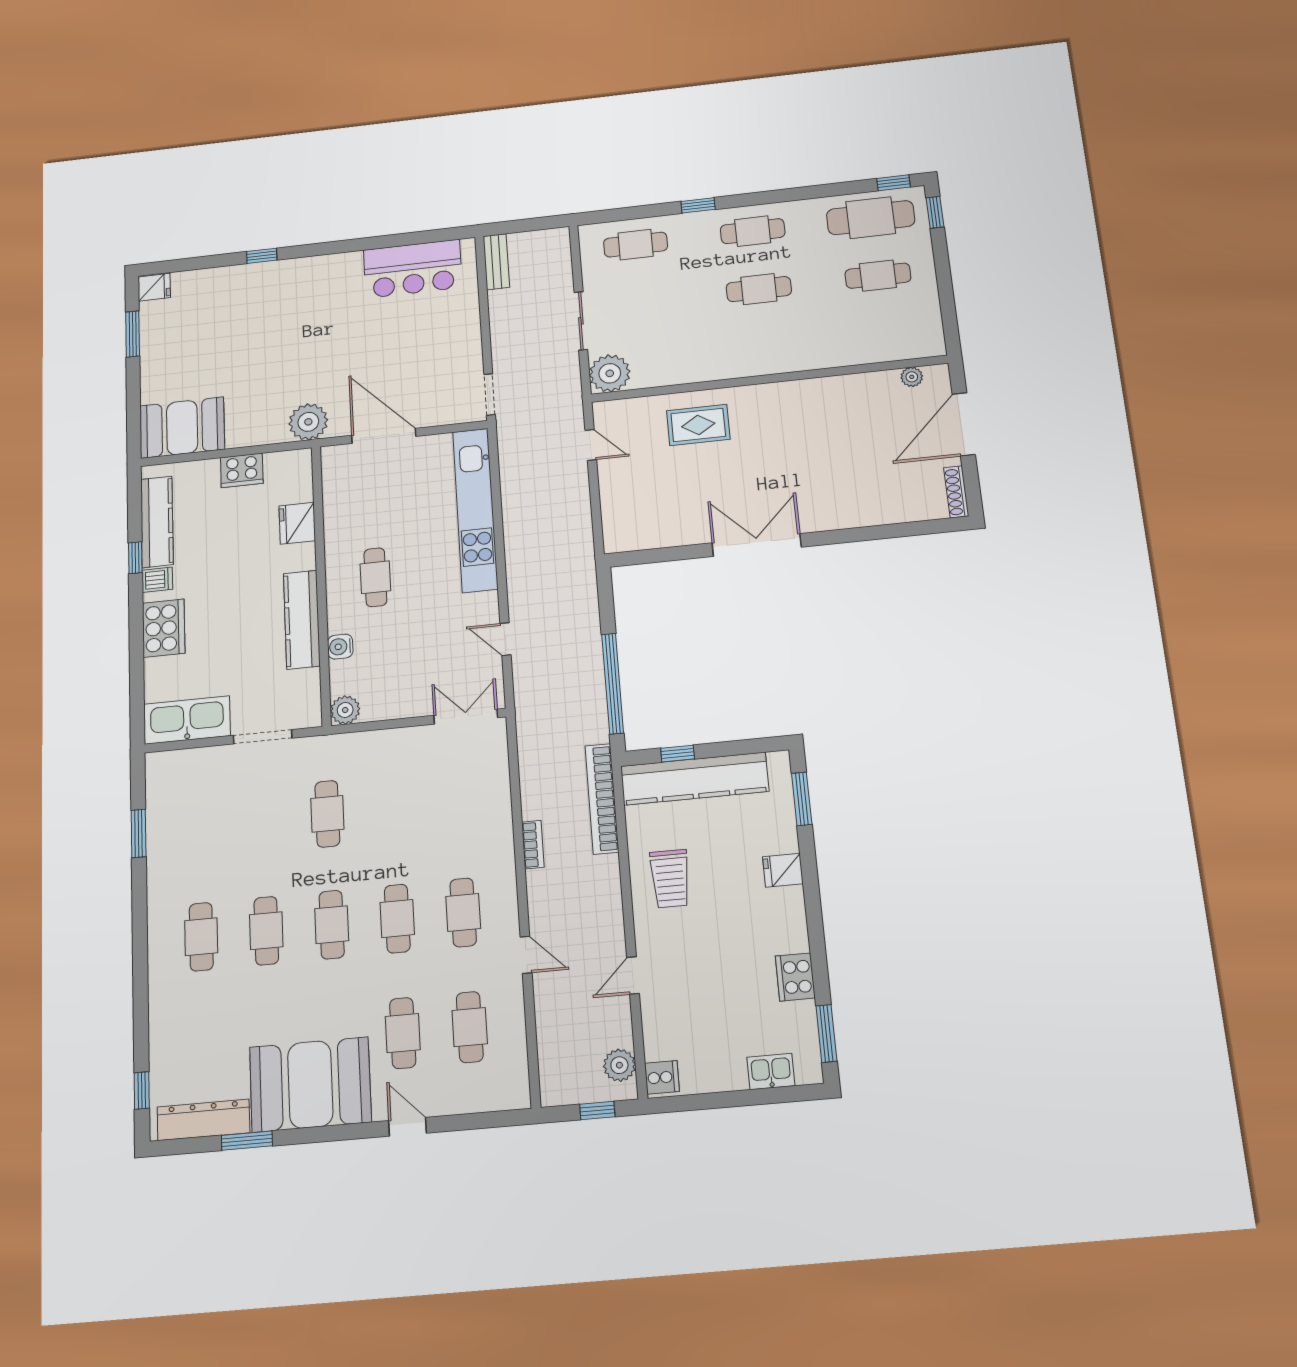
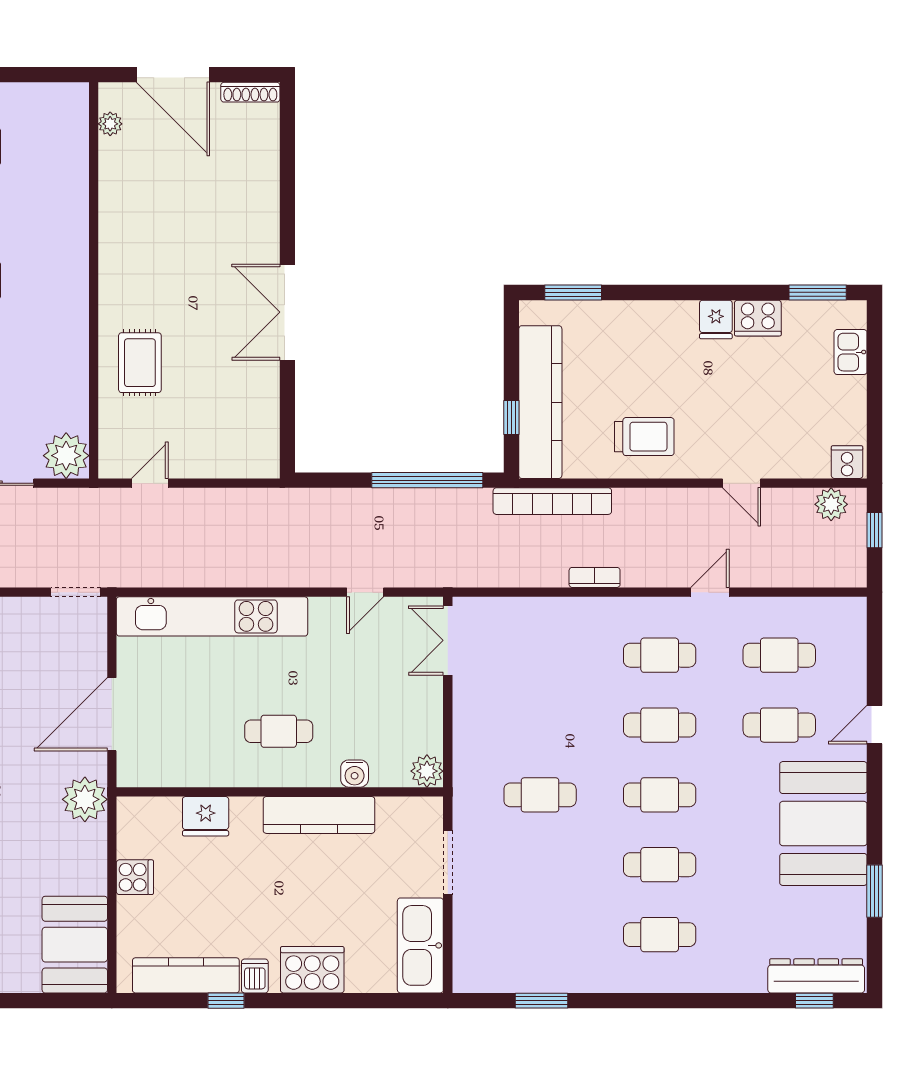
cooker: (242, 470) -> (135, 877), width x0.73
fridge: (783, 870) -> (716, 319), moved
dresser: (203, 1120) -> (816, 976), moved, turned 90

